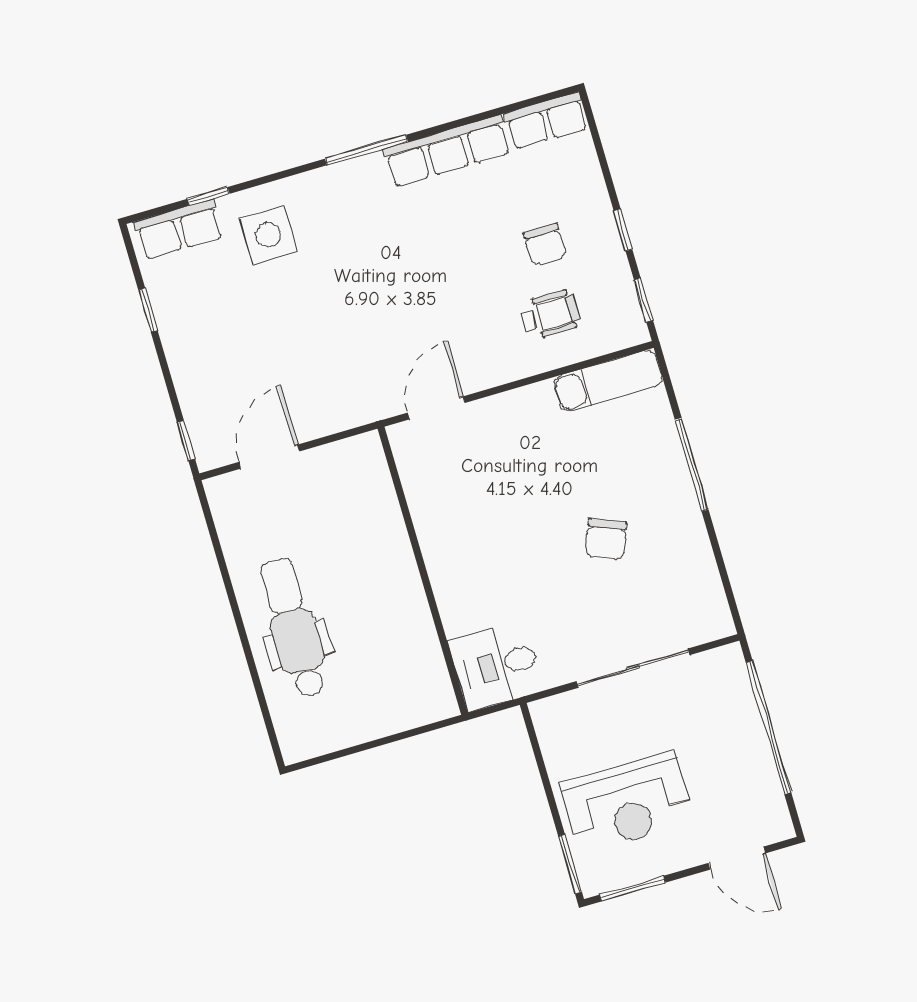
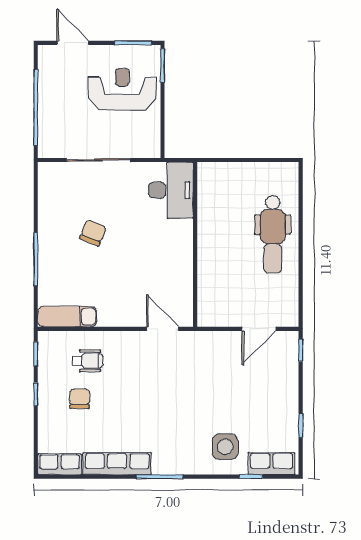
wheelchair: (550, 315) -> (88, 361), turned 180
door: (436, 408) -> (163, 329), swing flipped
desk: (496, 666) -> (171, 190), width x1.37

